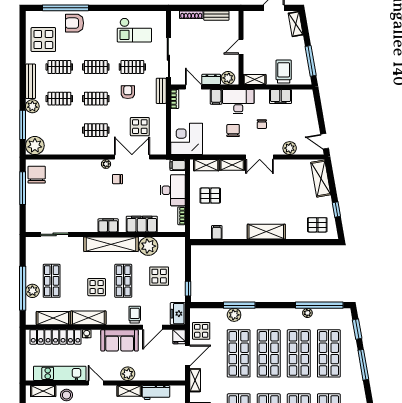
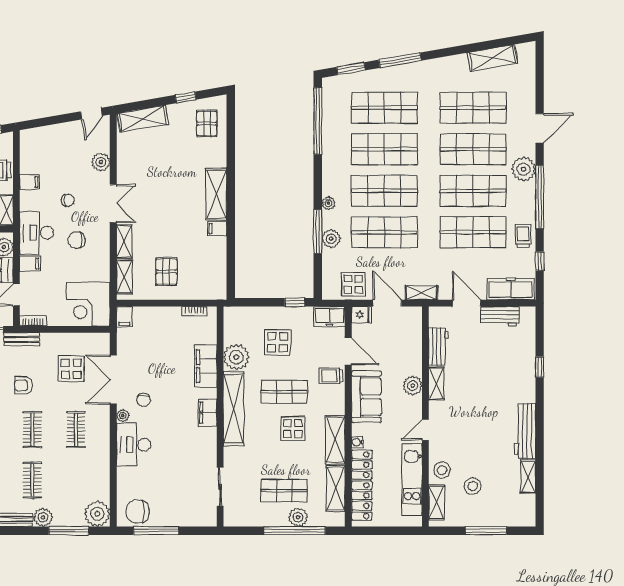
filing cabinet: (280, 97) -> (30, 182), width x0.50
desk: (173, 190) -> (134, 445), moved, turned -90
filing cabinet: (217, 232) -> (217, 229), moved
plant: (307, 313) -> (328, 203), moved

